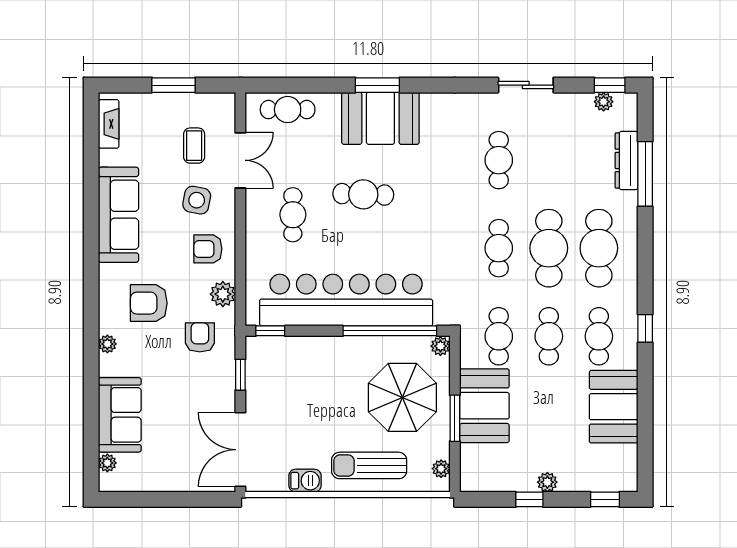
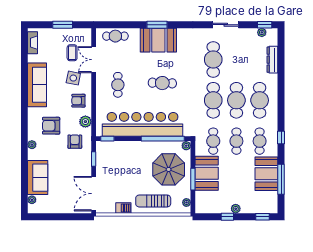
double door: (240, 160) -> (94, 60), swing flipped
cafe table: (499, 160) -> (213, 59), width x1.37, depth x1.35
window: (645, 174) -> (281, 179), moved
cafe table: (363, 194) -> (162, 83), moved
cafe table: (499, 248) -> (213, 100), width x1.37, depth x1.35

